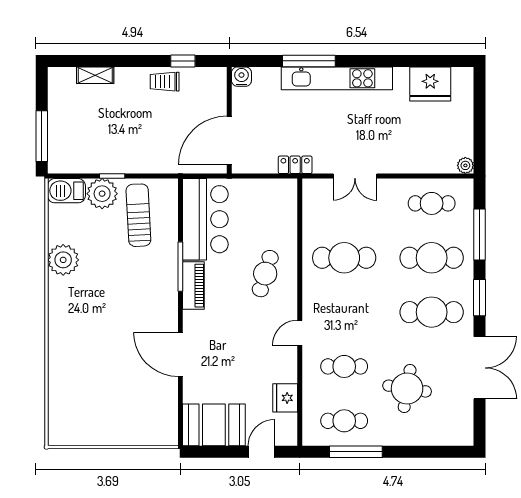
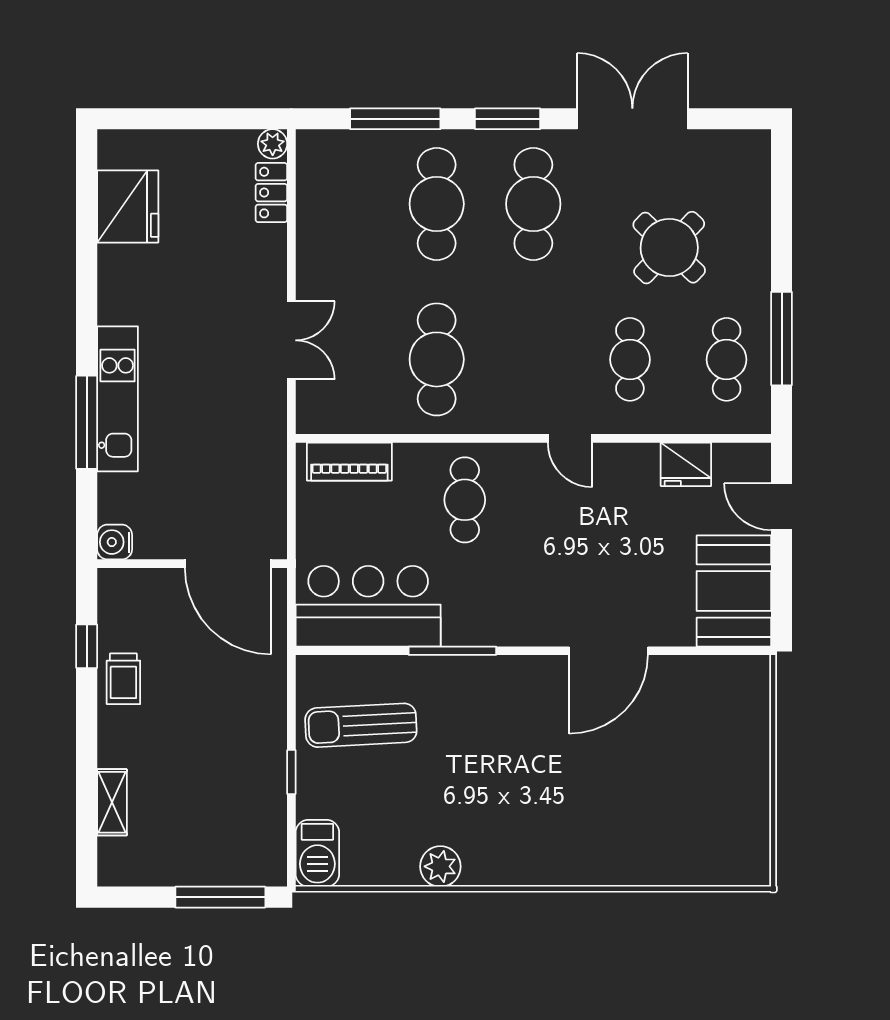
kitchen unit: (337, 78) -> (118, 399), width x0.73
locker: (295, 165) -> (271, 193), moved
plant: (102, 194) -> (323, 790), removed
cafe table: (432, 203) -> (340, 204), removed
plant: (63, 260) -> (440, 866), width x0.73, depth x0.73
cafe table: (265, 274) -> (465, 500), turned 73
piano: (193, 286) -> (349, 462), moved, turned 180
round table: (407, 389) -> (669, 248), turned 35

